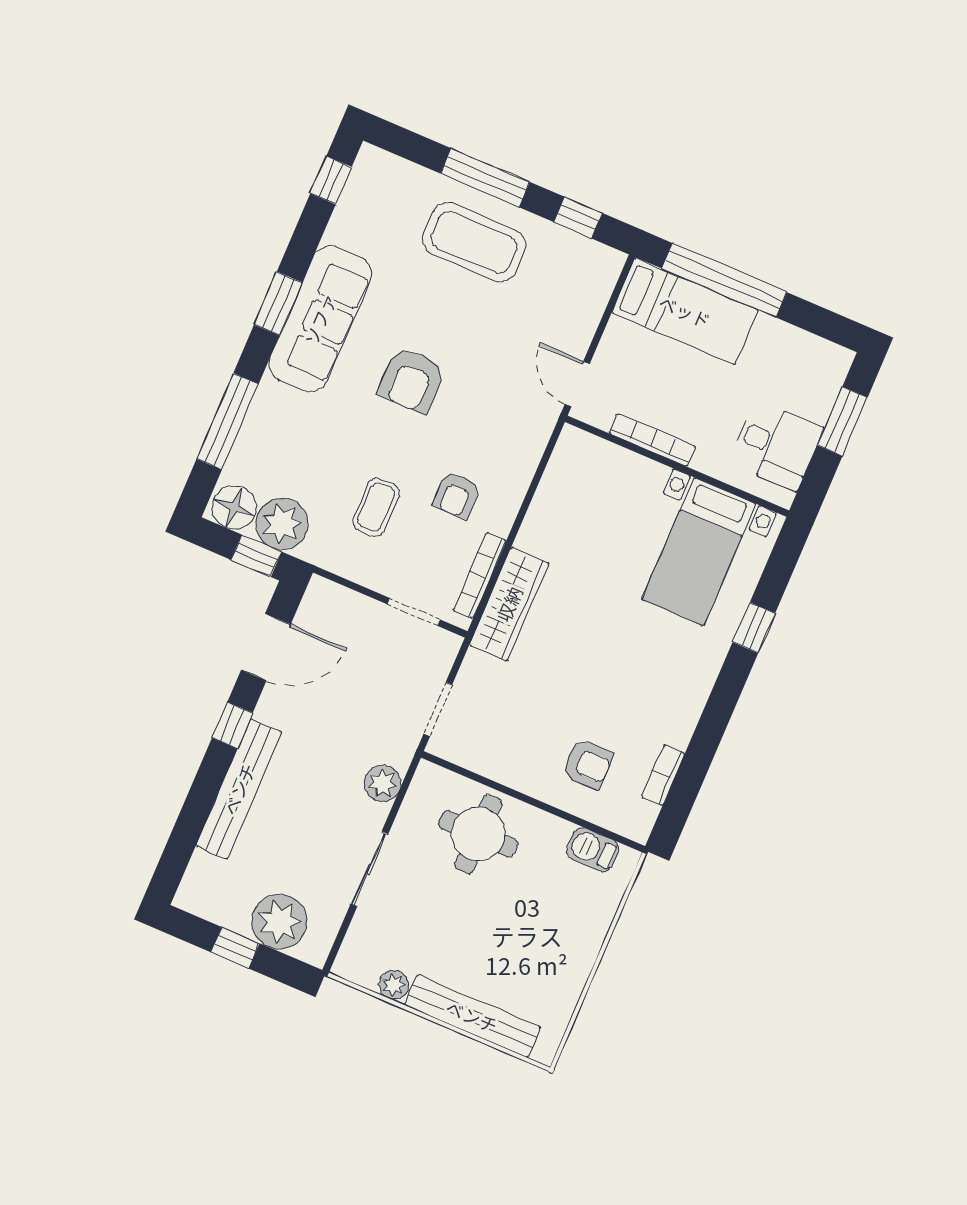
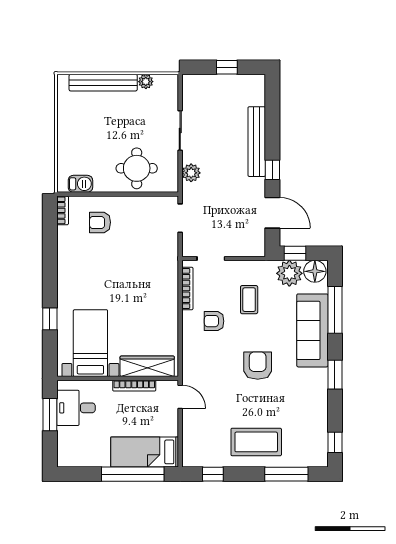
window: (485, 178) -> (286, 474), moved
sofa: (320, 319) -> (312, 330), moved
window: (842, 421) -> (50, 415), moved
armchair: (457, 495) -> (214, 321), turned -90
wardrobe: (509, 604) -> (147, 366), moved, turned 90
door: (266, 647) -> (272, 213), swing flipped
bookcase: (663, 775) -> (63, 210), moved
plant: (279, 922) -> (211, 88), removed

